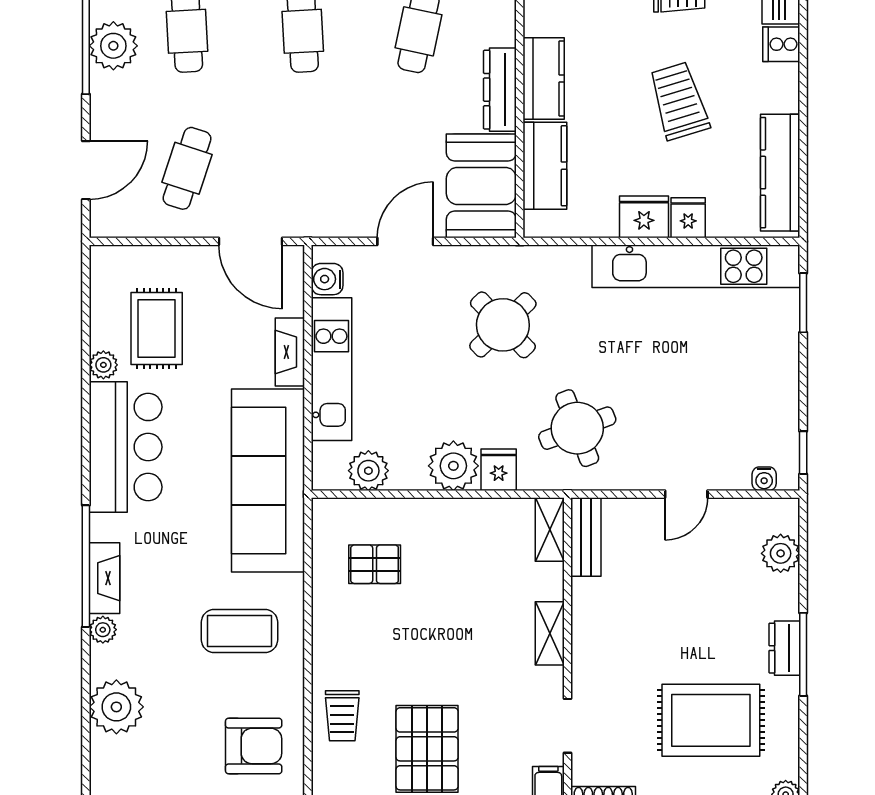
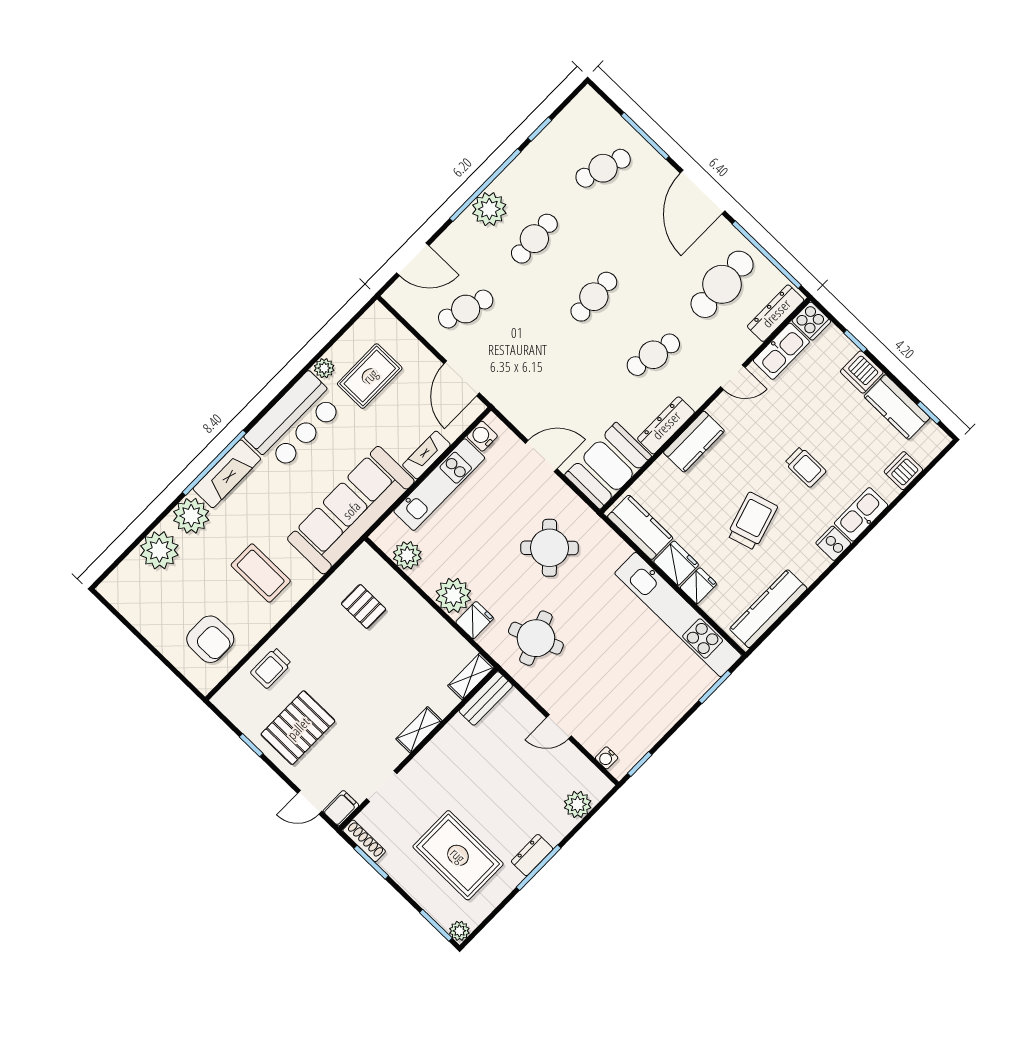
kitchen counter: (545, 166) -> (640, 527), moved, turned -90
fireplace: (104, 578) -> (227, 474), width x1.37, depth x1.32
plant: (103, 630) -> (191, 516), width x1.87, depth x1.87

